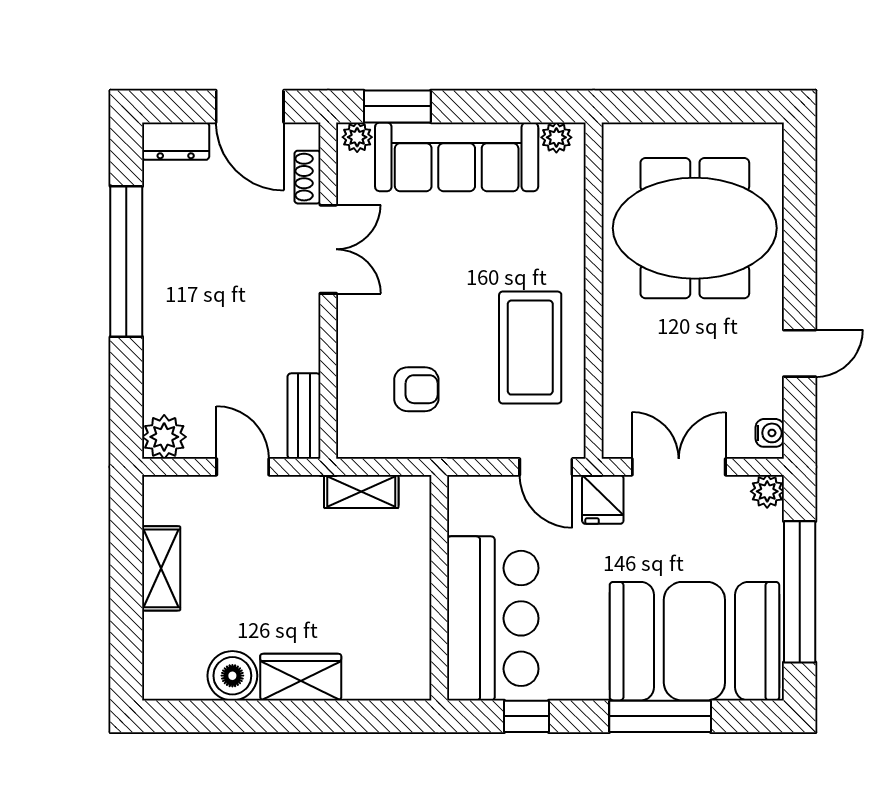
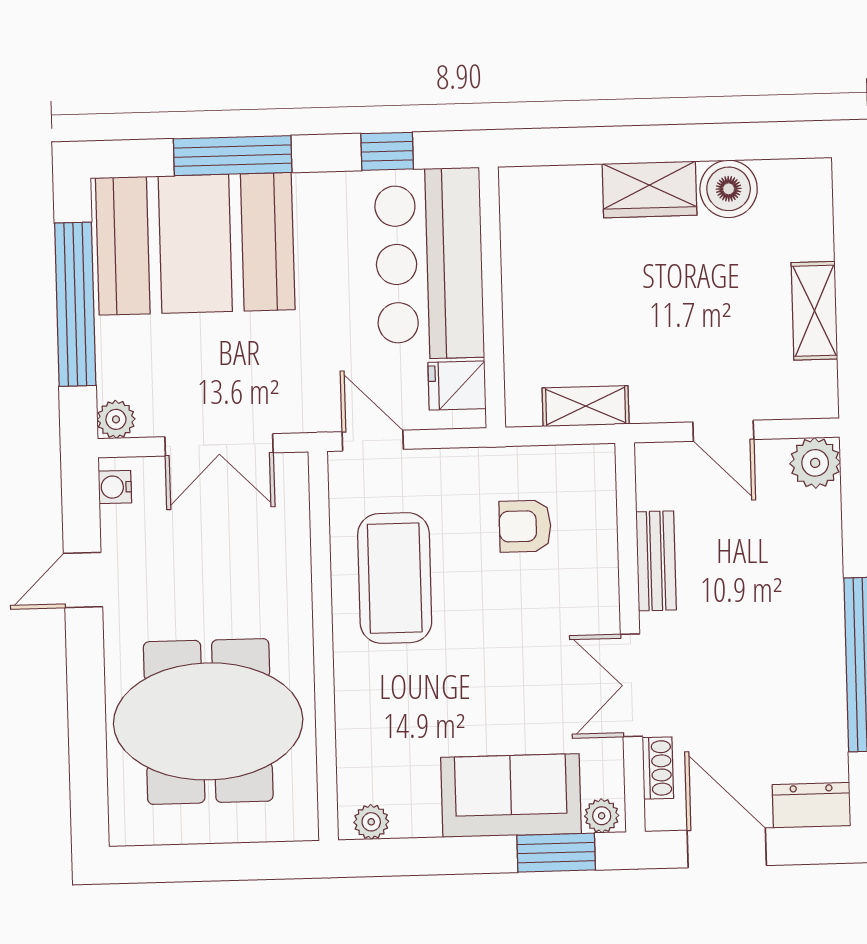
sofa: (457, 157) -> (511, 795), width x0.73
bench: (304, 416) -> (656, 561), moved
fridge: (603, 499) -> (457, 385), moved, turned -90

